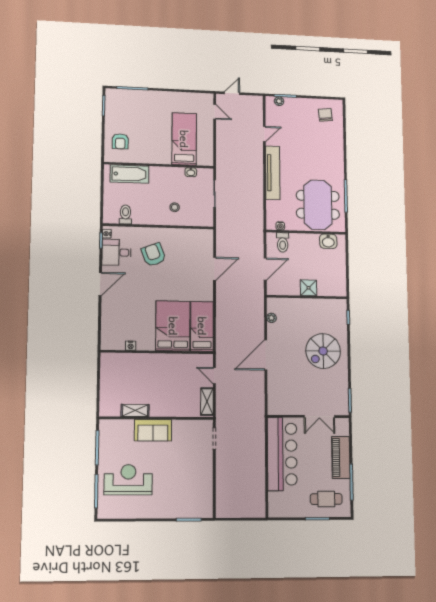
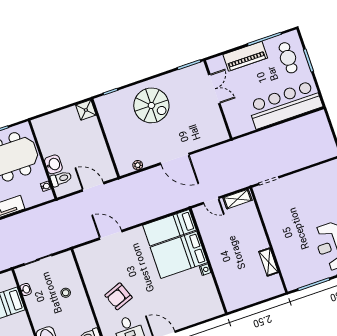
washbasin: (328, 241) -> (53, 164), moved
shower: (309, 288) -> (86, 110), moved
nightstand: (131, 346) -> (205, 270), moved
door: (214, 376) -> (211, 200), hinge flipped
sofa: (153, 430) -> (281, 239), removed
bar counter: (282, 454) -> (285, 105), moved

